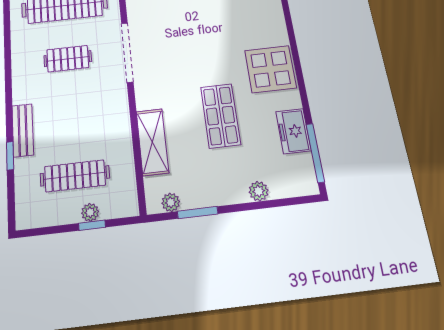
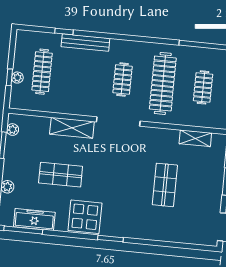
window: (290, 29) -> (110, 239), added
bench: (23, 130) -> (85, 43), width x1.36
freezer: (293, 131) -> (34, 219), width x1.40
shelving: (152, 142) -> (72, 128), moved

